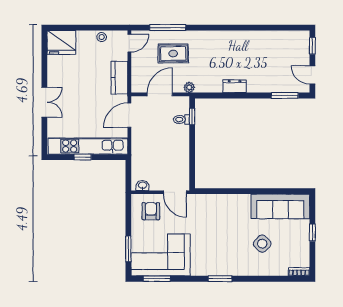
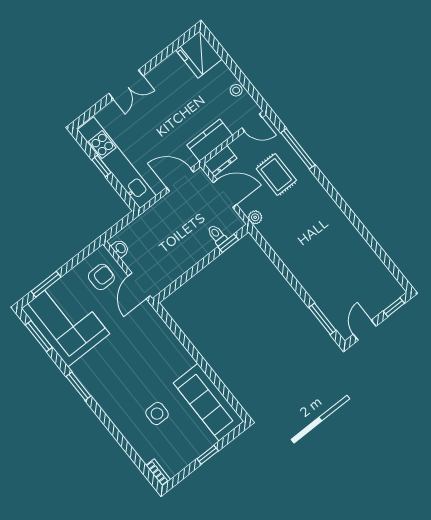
dresser: (234, 86) -> (221, 161), moved, turned 90
side table: (262, 244) -> (157, 414), turned 45
window: (220, 279) -> (78, 386), moved

